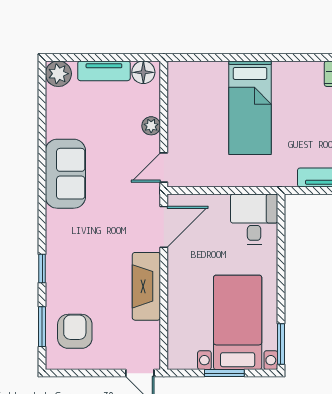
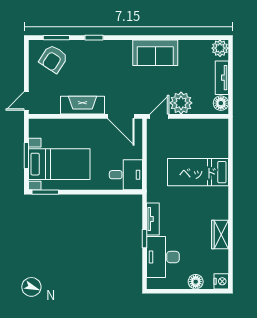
plant: (151, 126) -> (181, 103), width x1.87, depth x1.87
door: (164, 167) -> (159, 116), hinge flipped
armchair: (75, 331) -> (53, 59), turned 123

